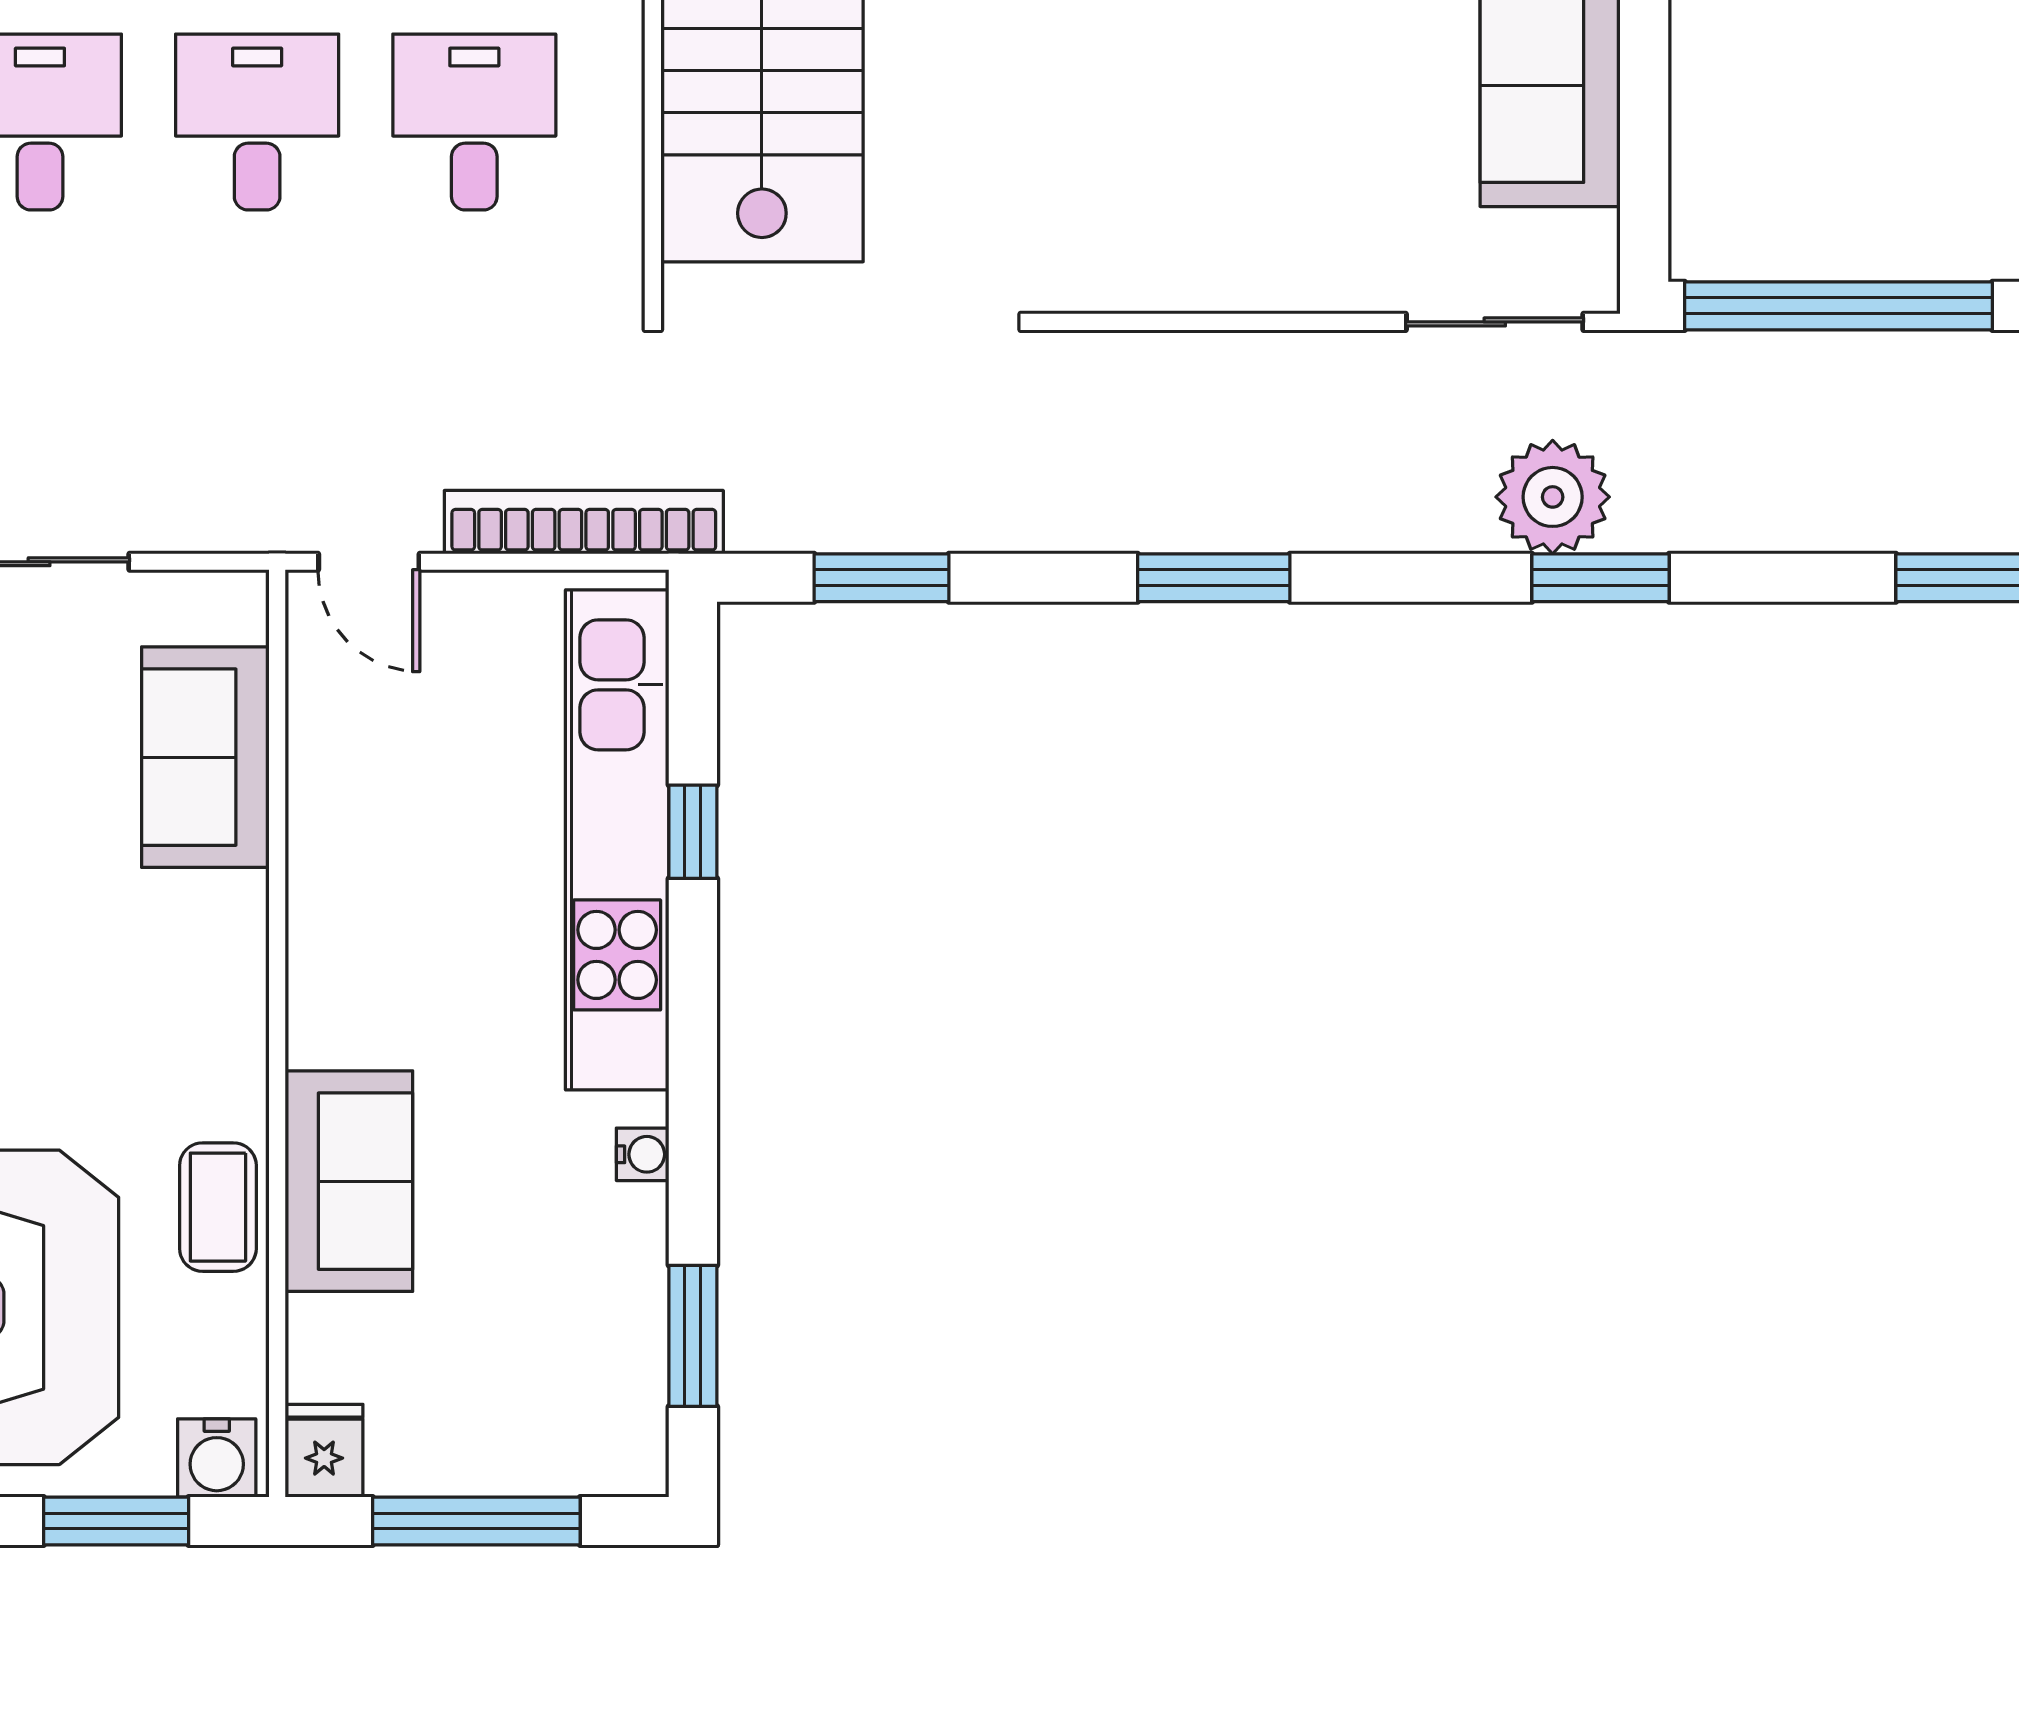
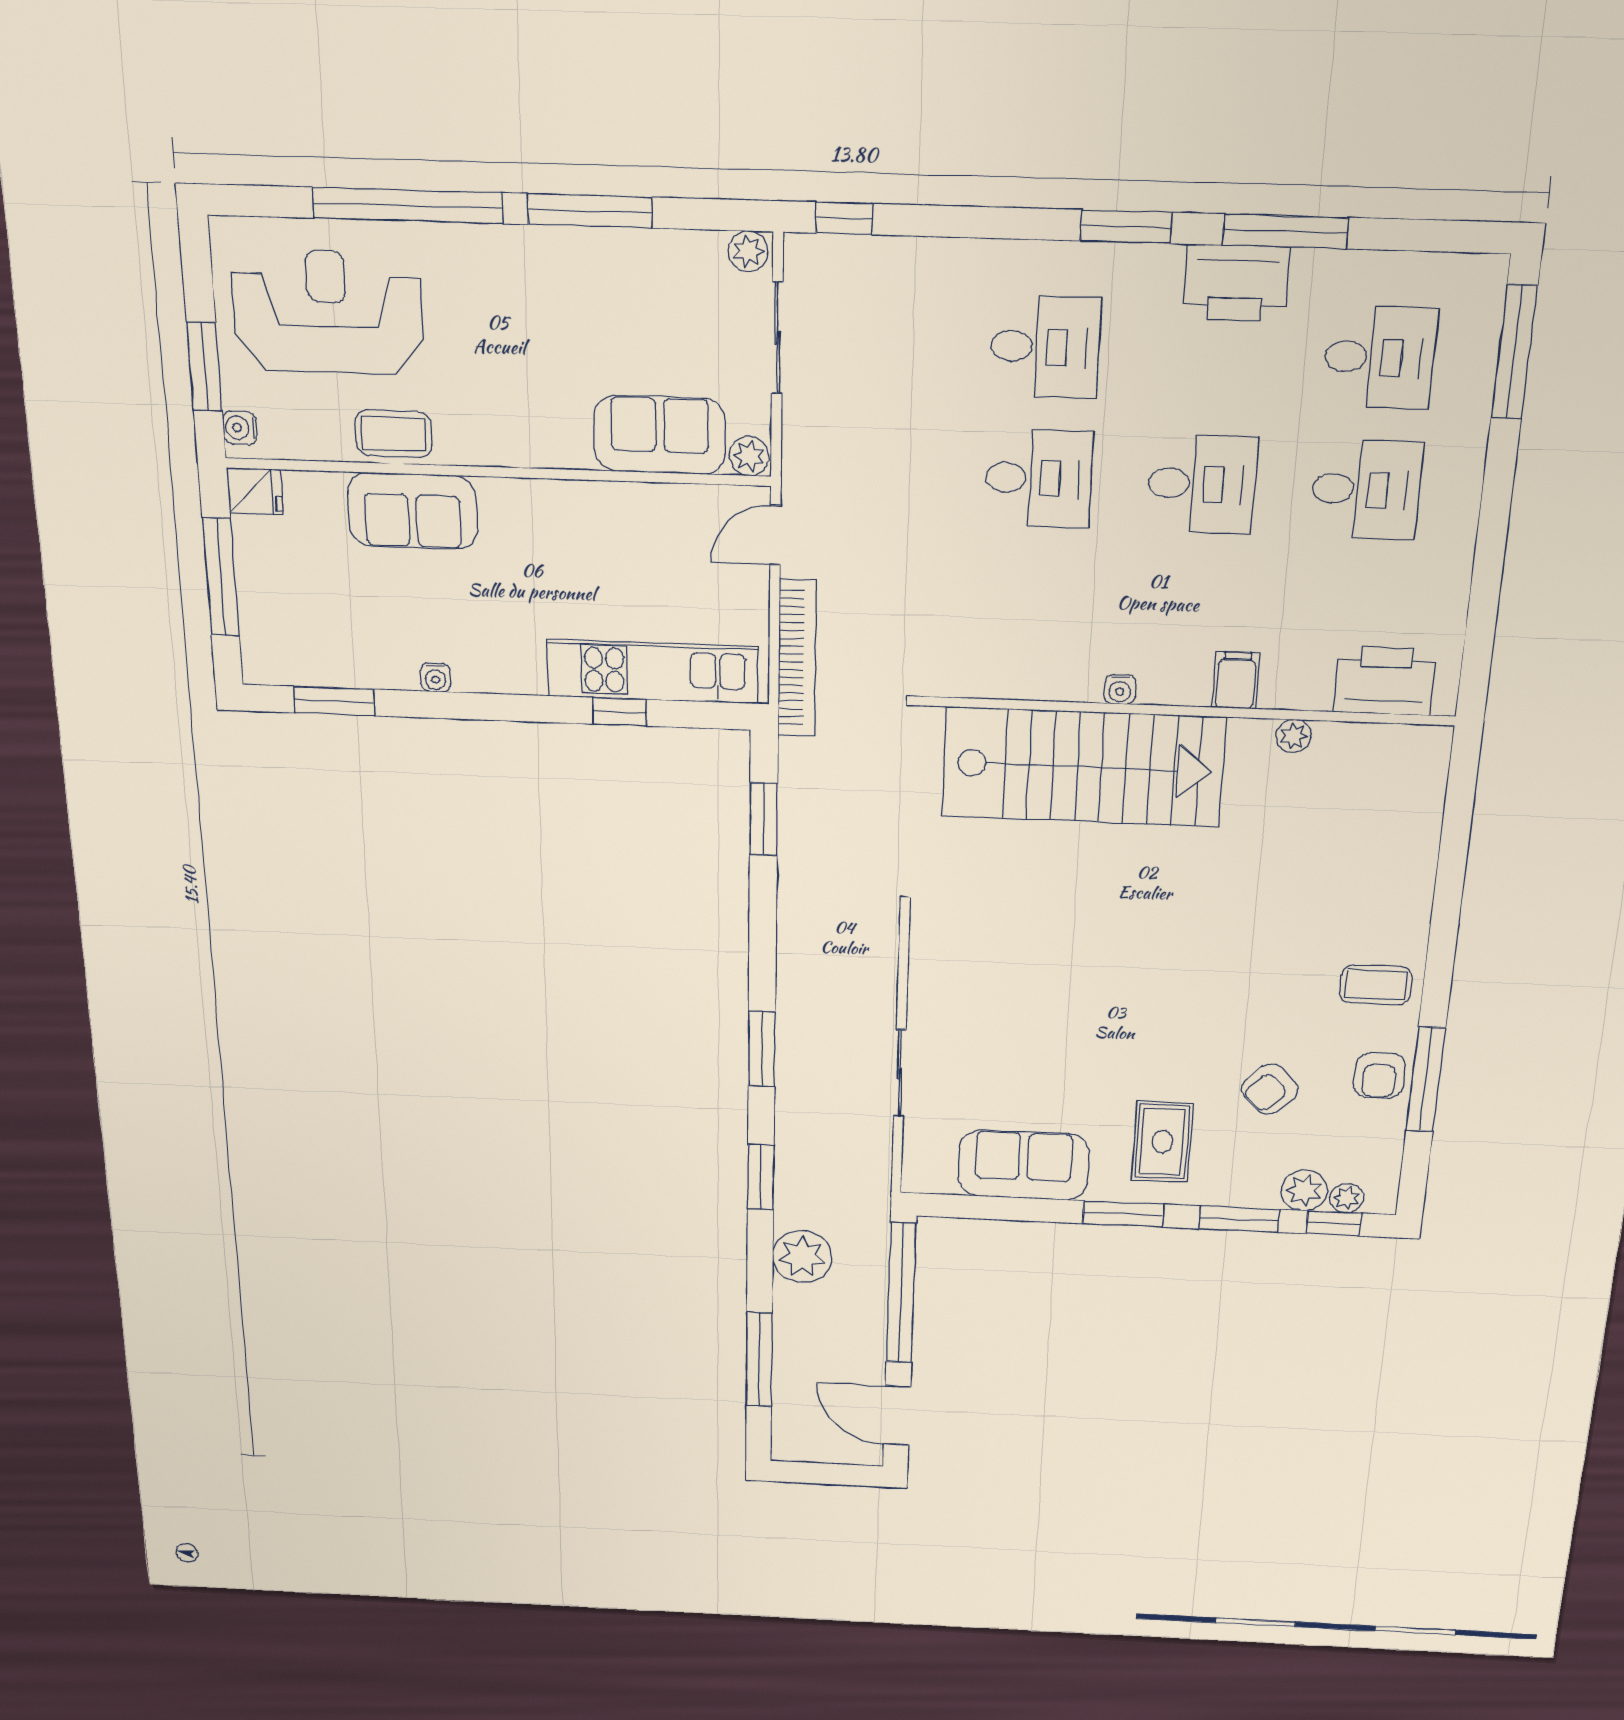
desk: (474, 122) -> (1032, 605), removed
sliding door: (1495, 322) -> (900, 1073), moved
plant: (1553, 497) -> (802, 1257), moved
window: (1214, 578) -> (762, 1049), moved
plant: (236, 607) -> (749, 456), added
kitchen unit: (617, 840) -> (653, 671), width x0.73
water cooler: (217, 1458) -> (240, 428), width x0.72, depth x0.72

